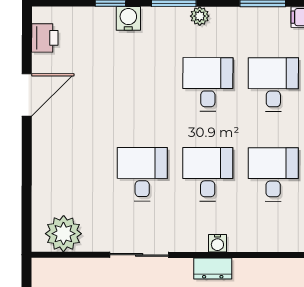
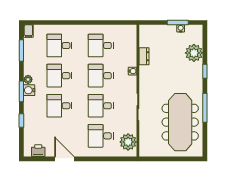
water cooler: (128, 18) -> (29, 90), moved
desk: (142, 84) -> (59, 106), added
desk: (77, 174) -> (101, 136), added
dresser: (213, 268) -> (144, 56), moved

